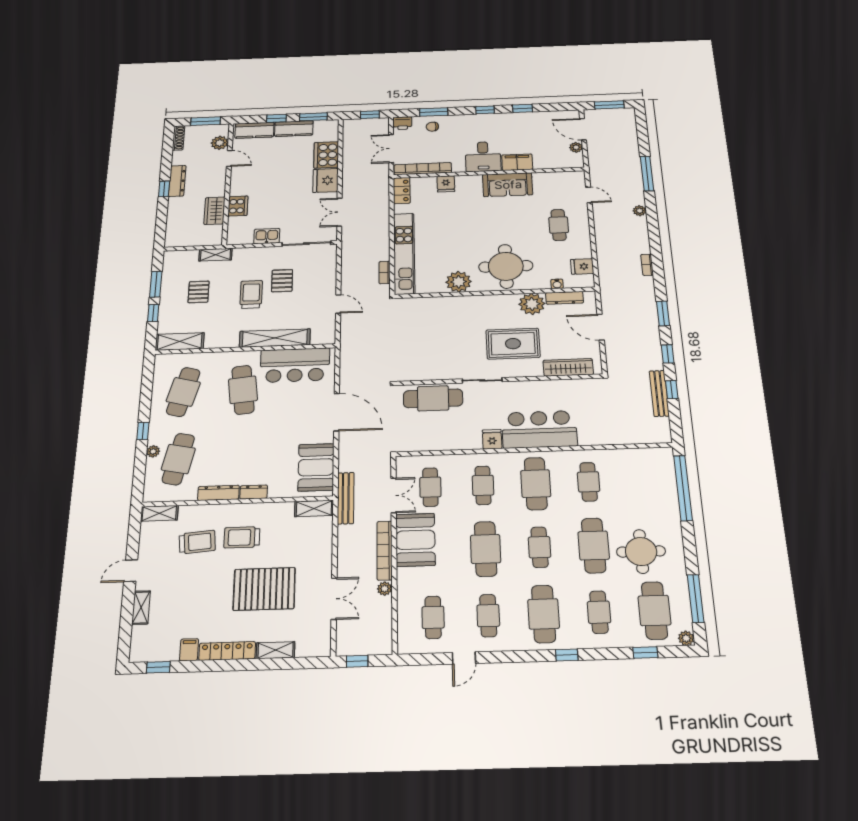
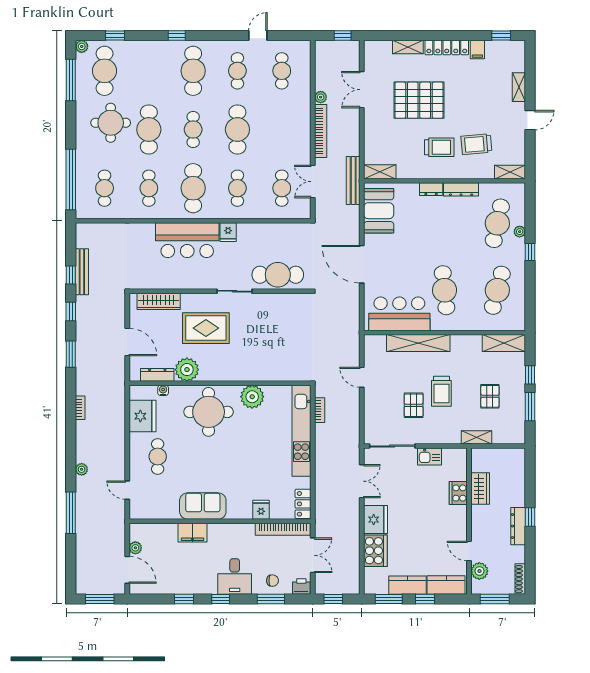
desk: (483, 157) -> (235, 577), moved, turned 180
fridge: (582, 266) -> (142, 416), width x1.88, depth x1.34
booth: (415, 540) -> (295, 140), removed
cafe table: (599, 612) -> (105, 188), moved

